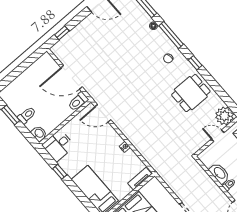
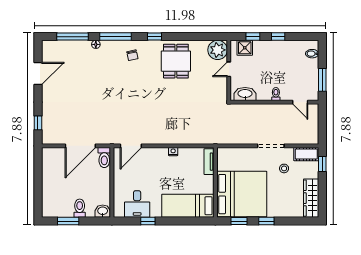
desk: (58, 146) -> (137, 204), moved
washbasin: (219, 173) -> (245, 94), moved

